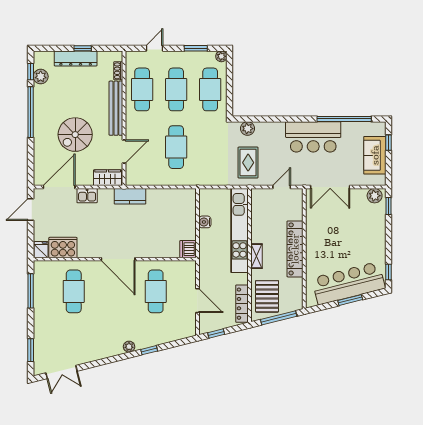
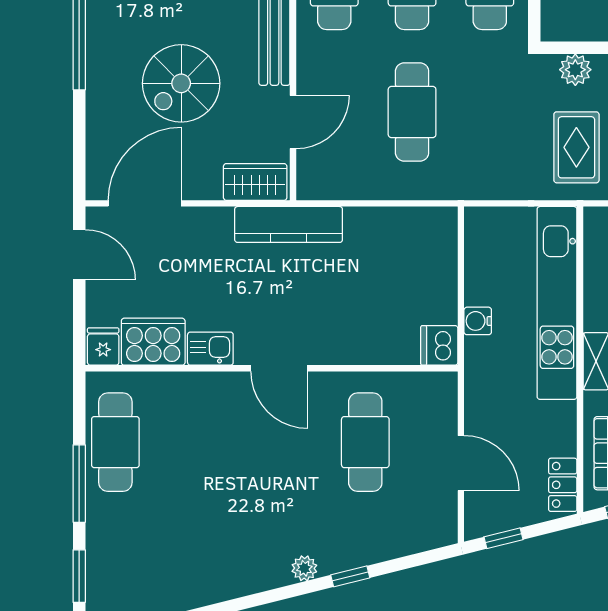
kitchen sink: (87, 196) -> (210, 349), moved, turned 180
kitchen counter: (130, 196) -> (289, 224), width x1.50
door: (31, 210) -> (79, 255), swing flipped
water cooler: (205, 222) -> (478, 321), moved
door: (118, 259) -> (279, 368), width x0.73
window: (31, 291) -> (79, 484), moved
cafe table: (74, 291) -> (115, 442), moved
locker: (242, 304) -> (563, 485), width x0.66

